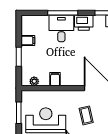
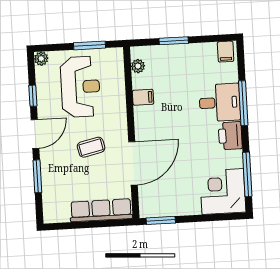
filing cabinet: (28, 41) -> (226, 52), moved

